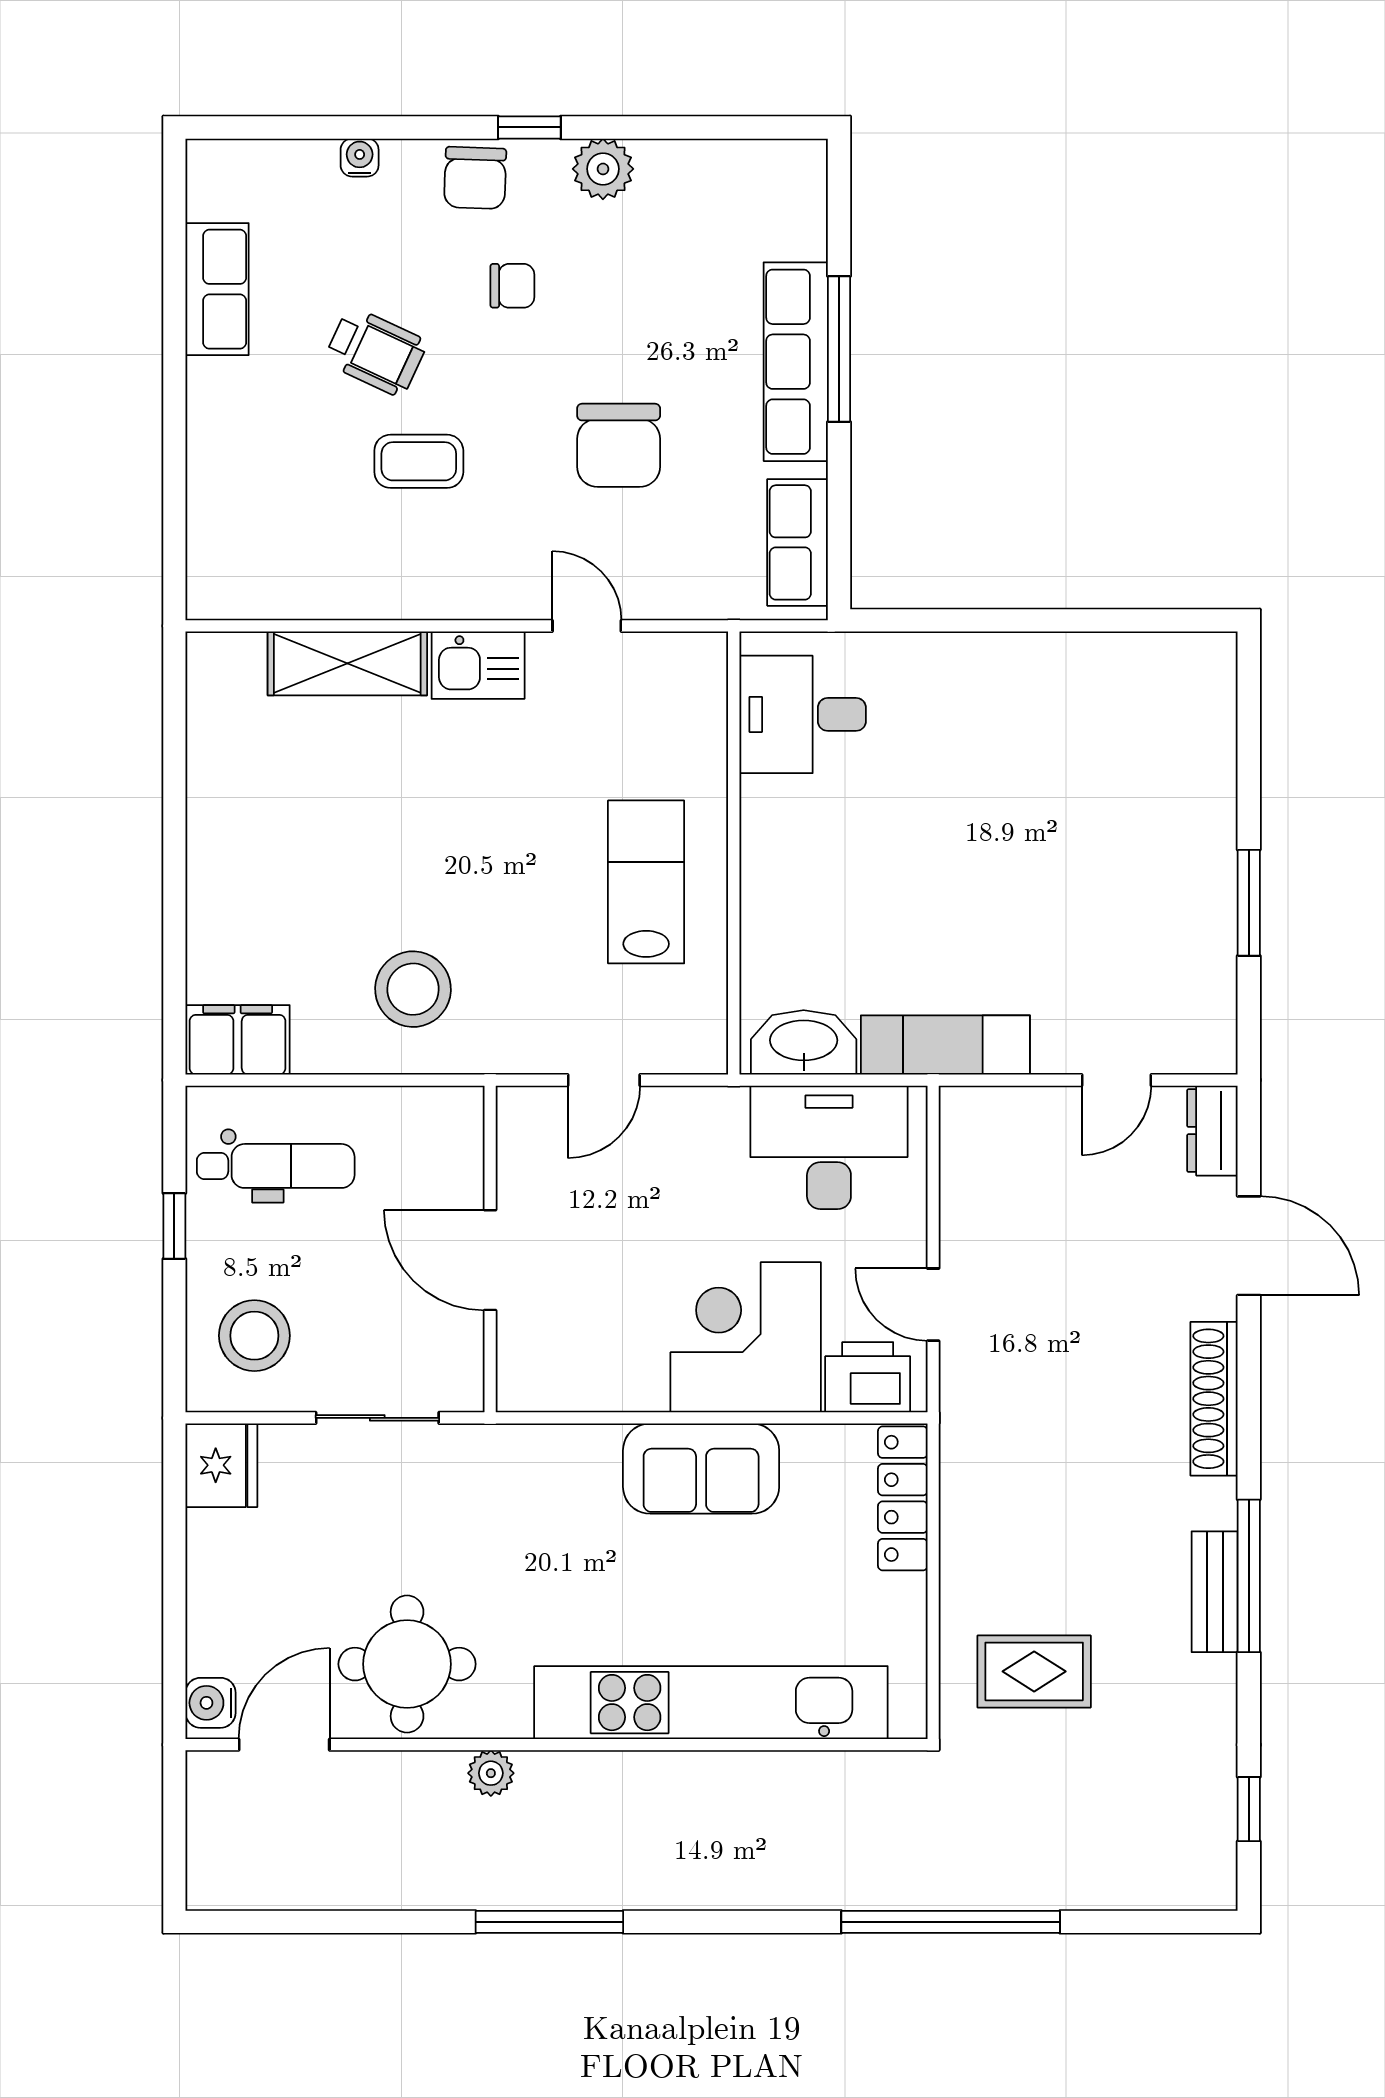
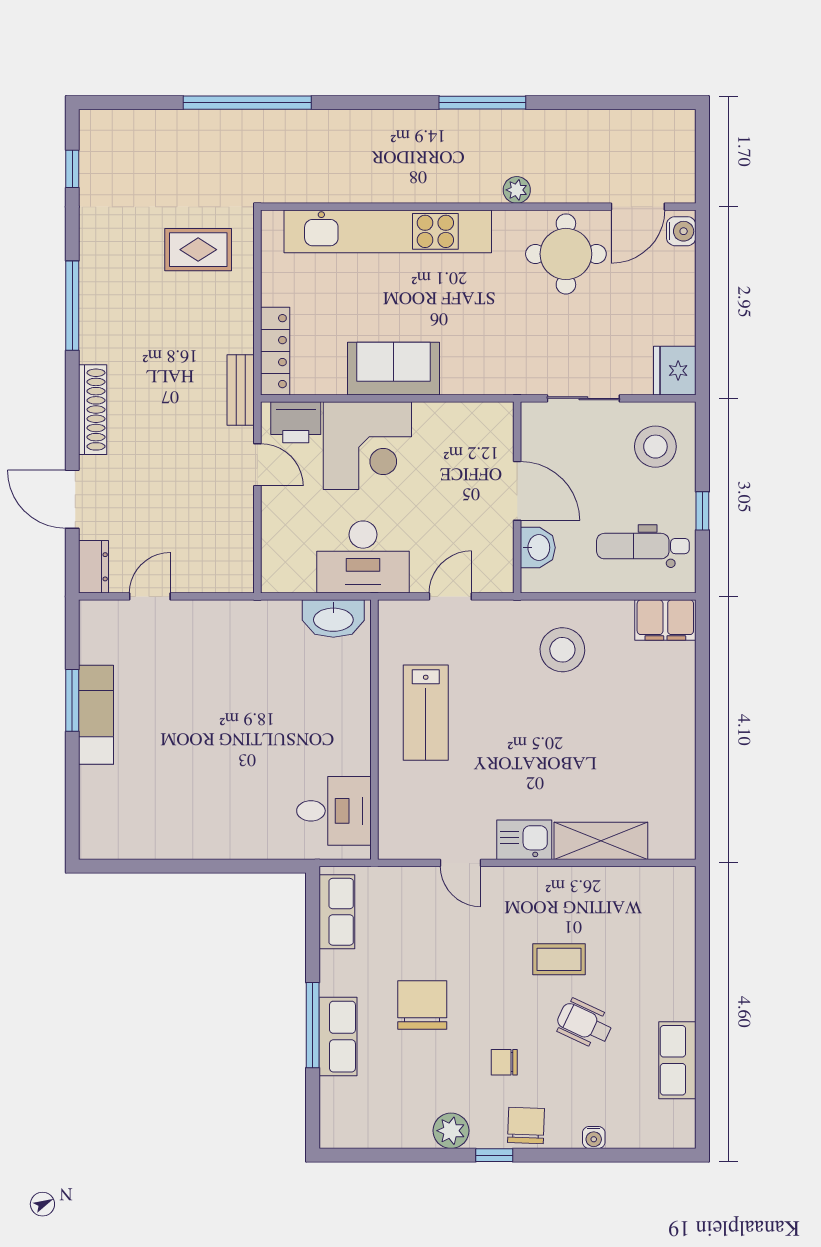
row of seats: (796, 362) -> (338, 1037), width x0.68
chair: (619, 445) -> (422, 1005), moved
exam couch: (945, 1045) -> (96, 715), moved, turned -90
desk: (829, 1147) -> (363, 557), moved
washbasin: (455, 1163) -> (538, 548), added
bench: (1215, 1592) -> (241, 390), moved

